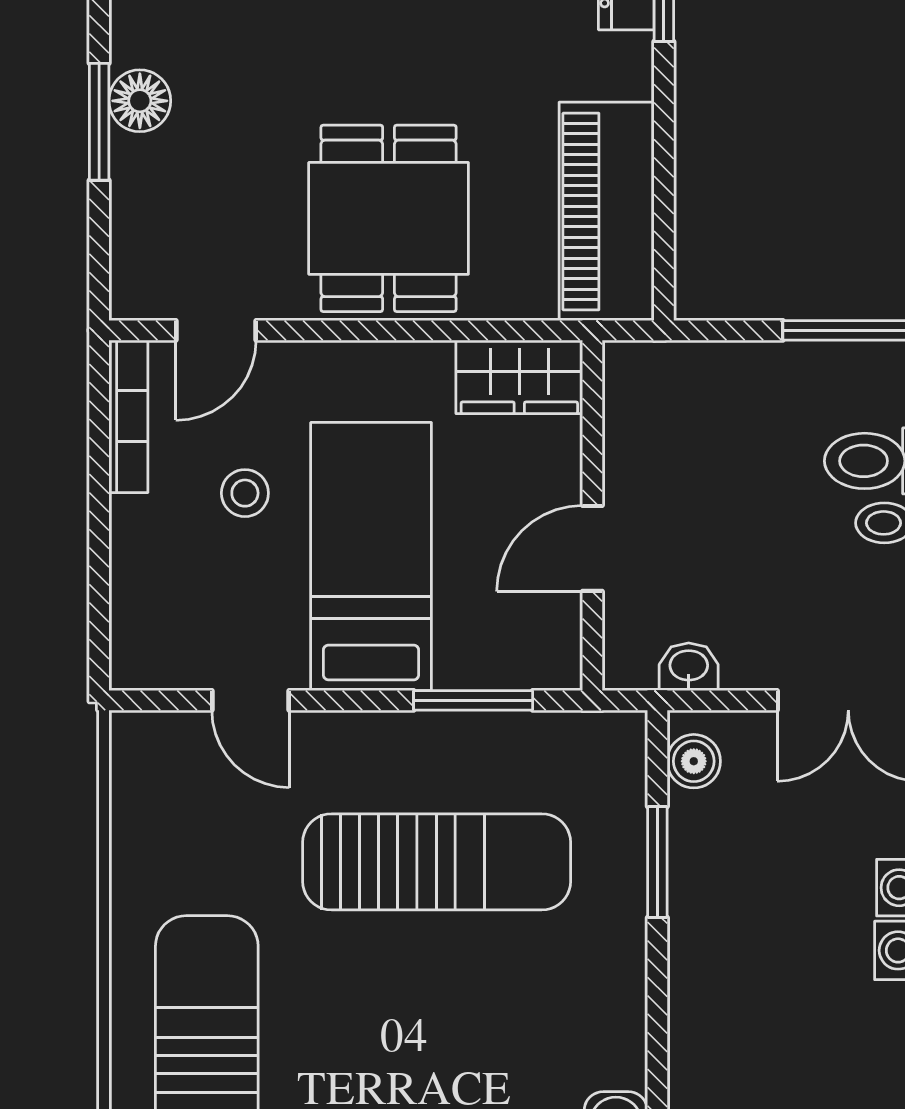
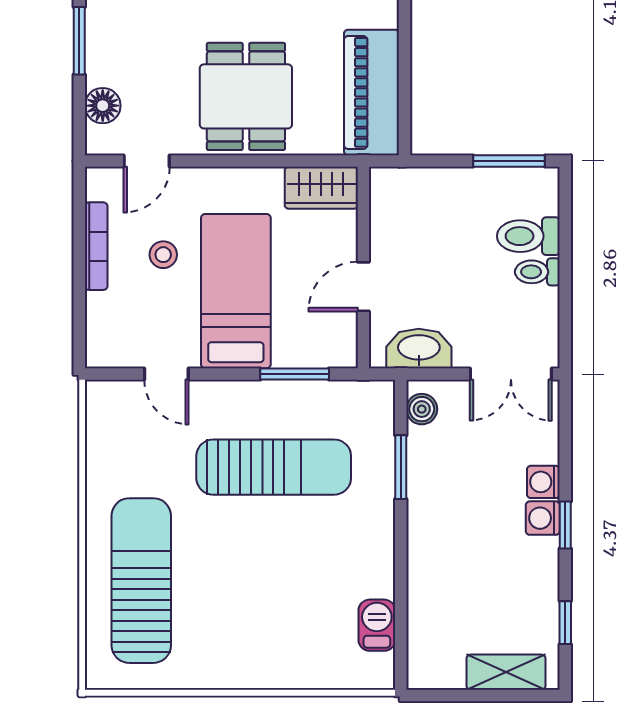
floor lamp: (140, 101) -> (103, 106), moved
bookcase: (128, 416) -> (96, 246), moved
washbasin: (689, 667) -> (419, 349), width x1.91, depth x1.45

